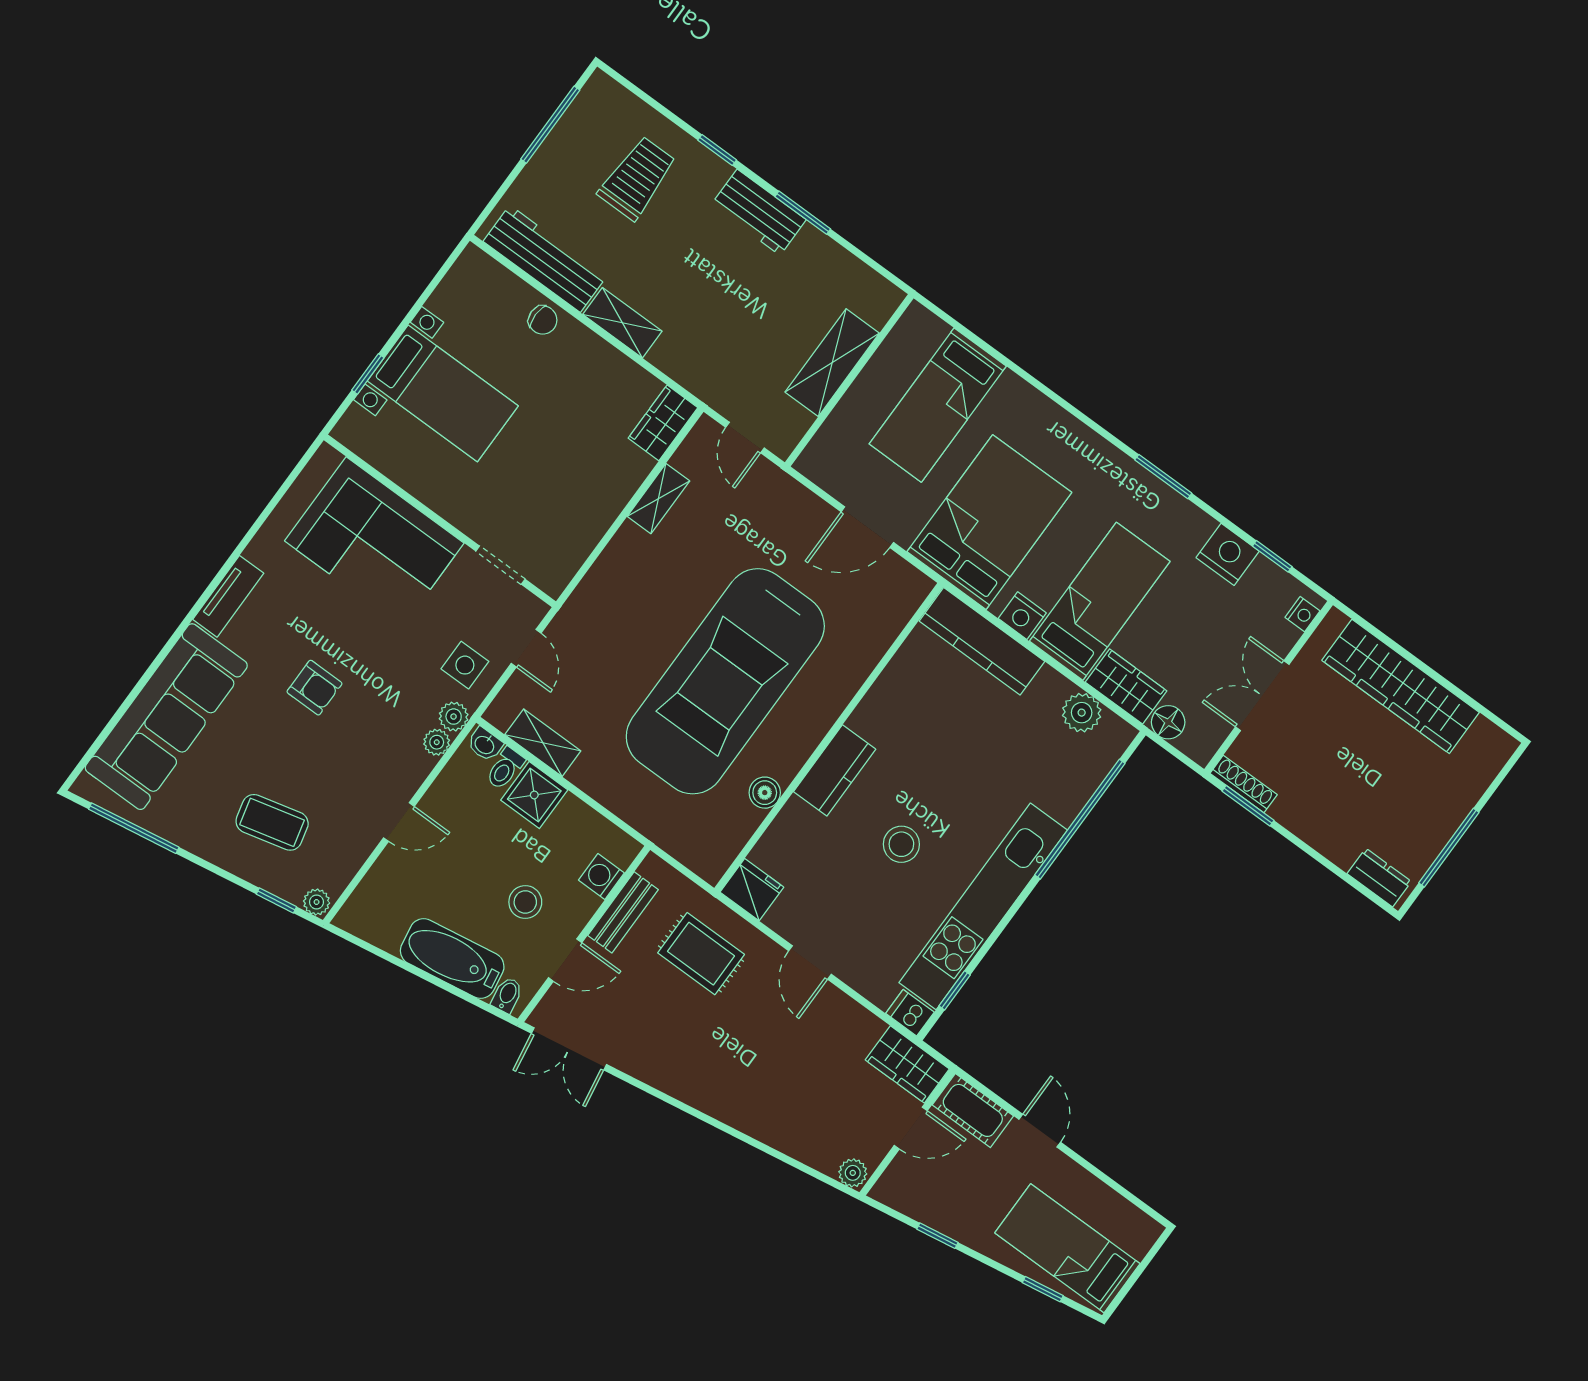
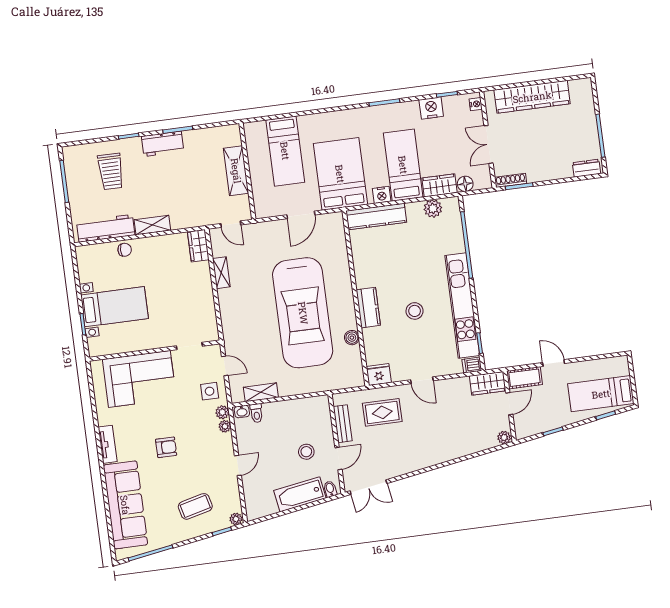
trolley: (637, 178) -> (111, 171), turned 180
shower: (534, 795) -> (275, 413), removed
washing machine: (601, 877) -> (324, 419), removed

